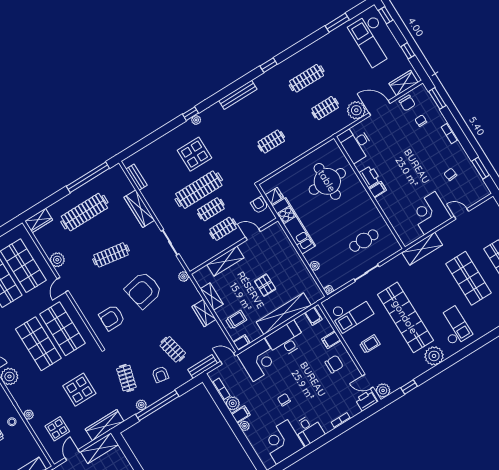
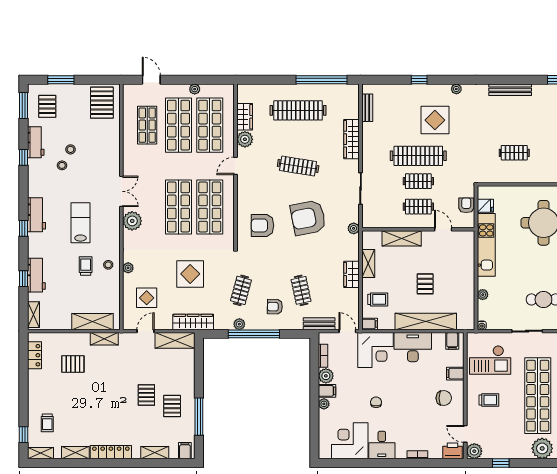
window: (190, 114) -> (419, 80), moved
wardrobe: (39, 220) -> (245, 117), moved, turned -90
armchair: (160, 374) -> (275, 307), turned 81

